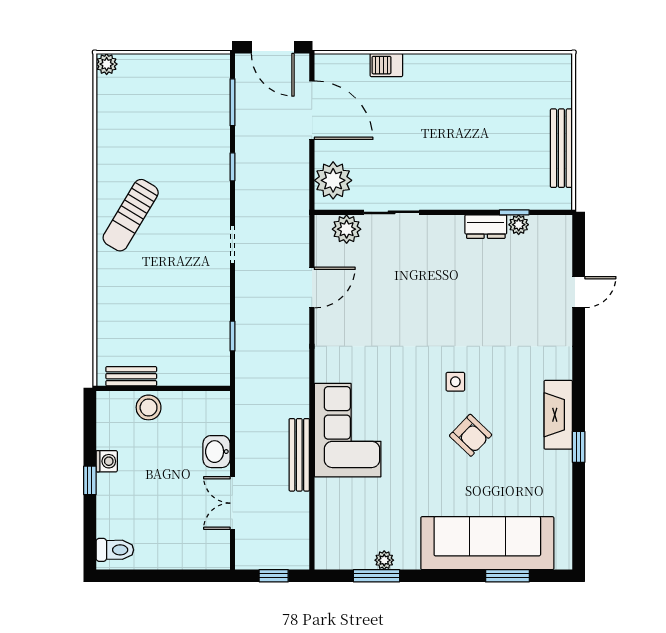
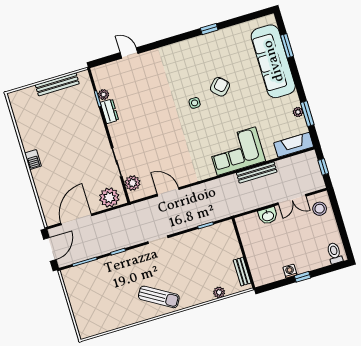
plant: (107, 64) -> (219, 292), moved
barbecue: (386, 65) -> (33, 160), moved
stool: (149, 407) -> (320, 209), moved
fireplace: (558, 415) -> (294, 145), moved, turned 180

